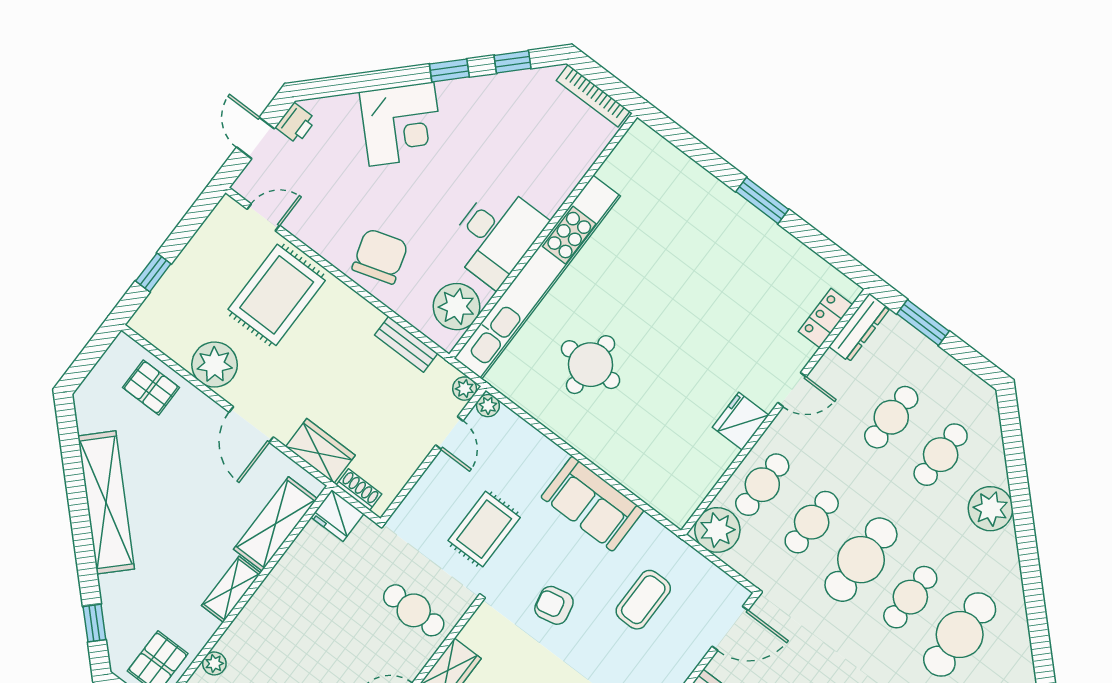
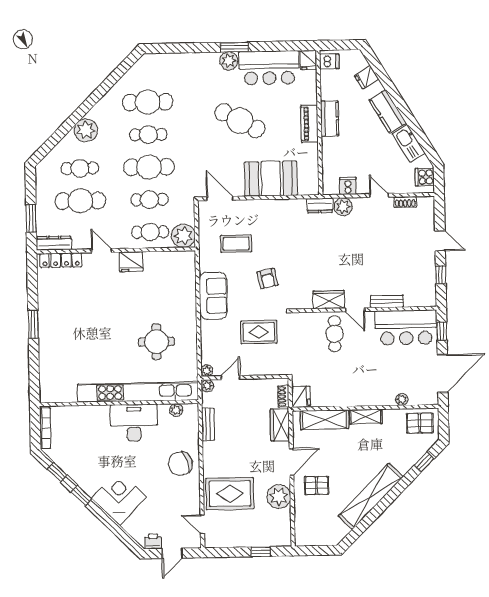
plant: (457, 307) -> (176, 410), width x0.53, depth x0.53
locker: (825, 318) -> (61, 260), width x1.53
pallet: (151, 387) -> (317, 485), moved, turned 90
cafe table: (891, 417) -> (80, 201), width x1.37, depth x1.35
cafe table: (414, 610) -> (335, 334), moved

